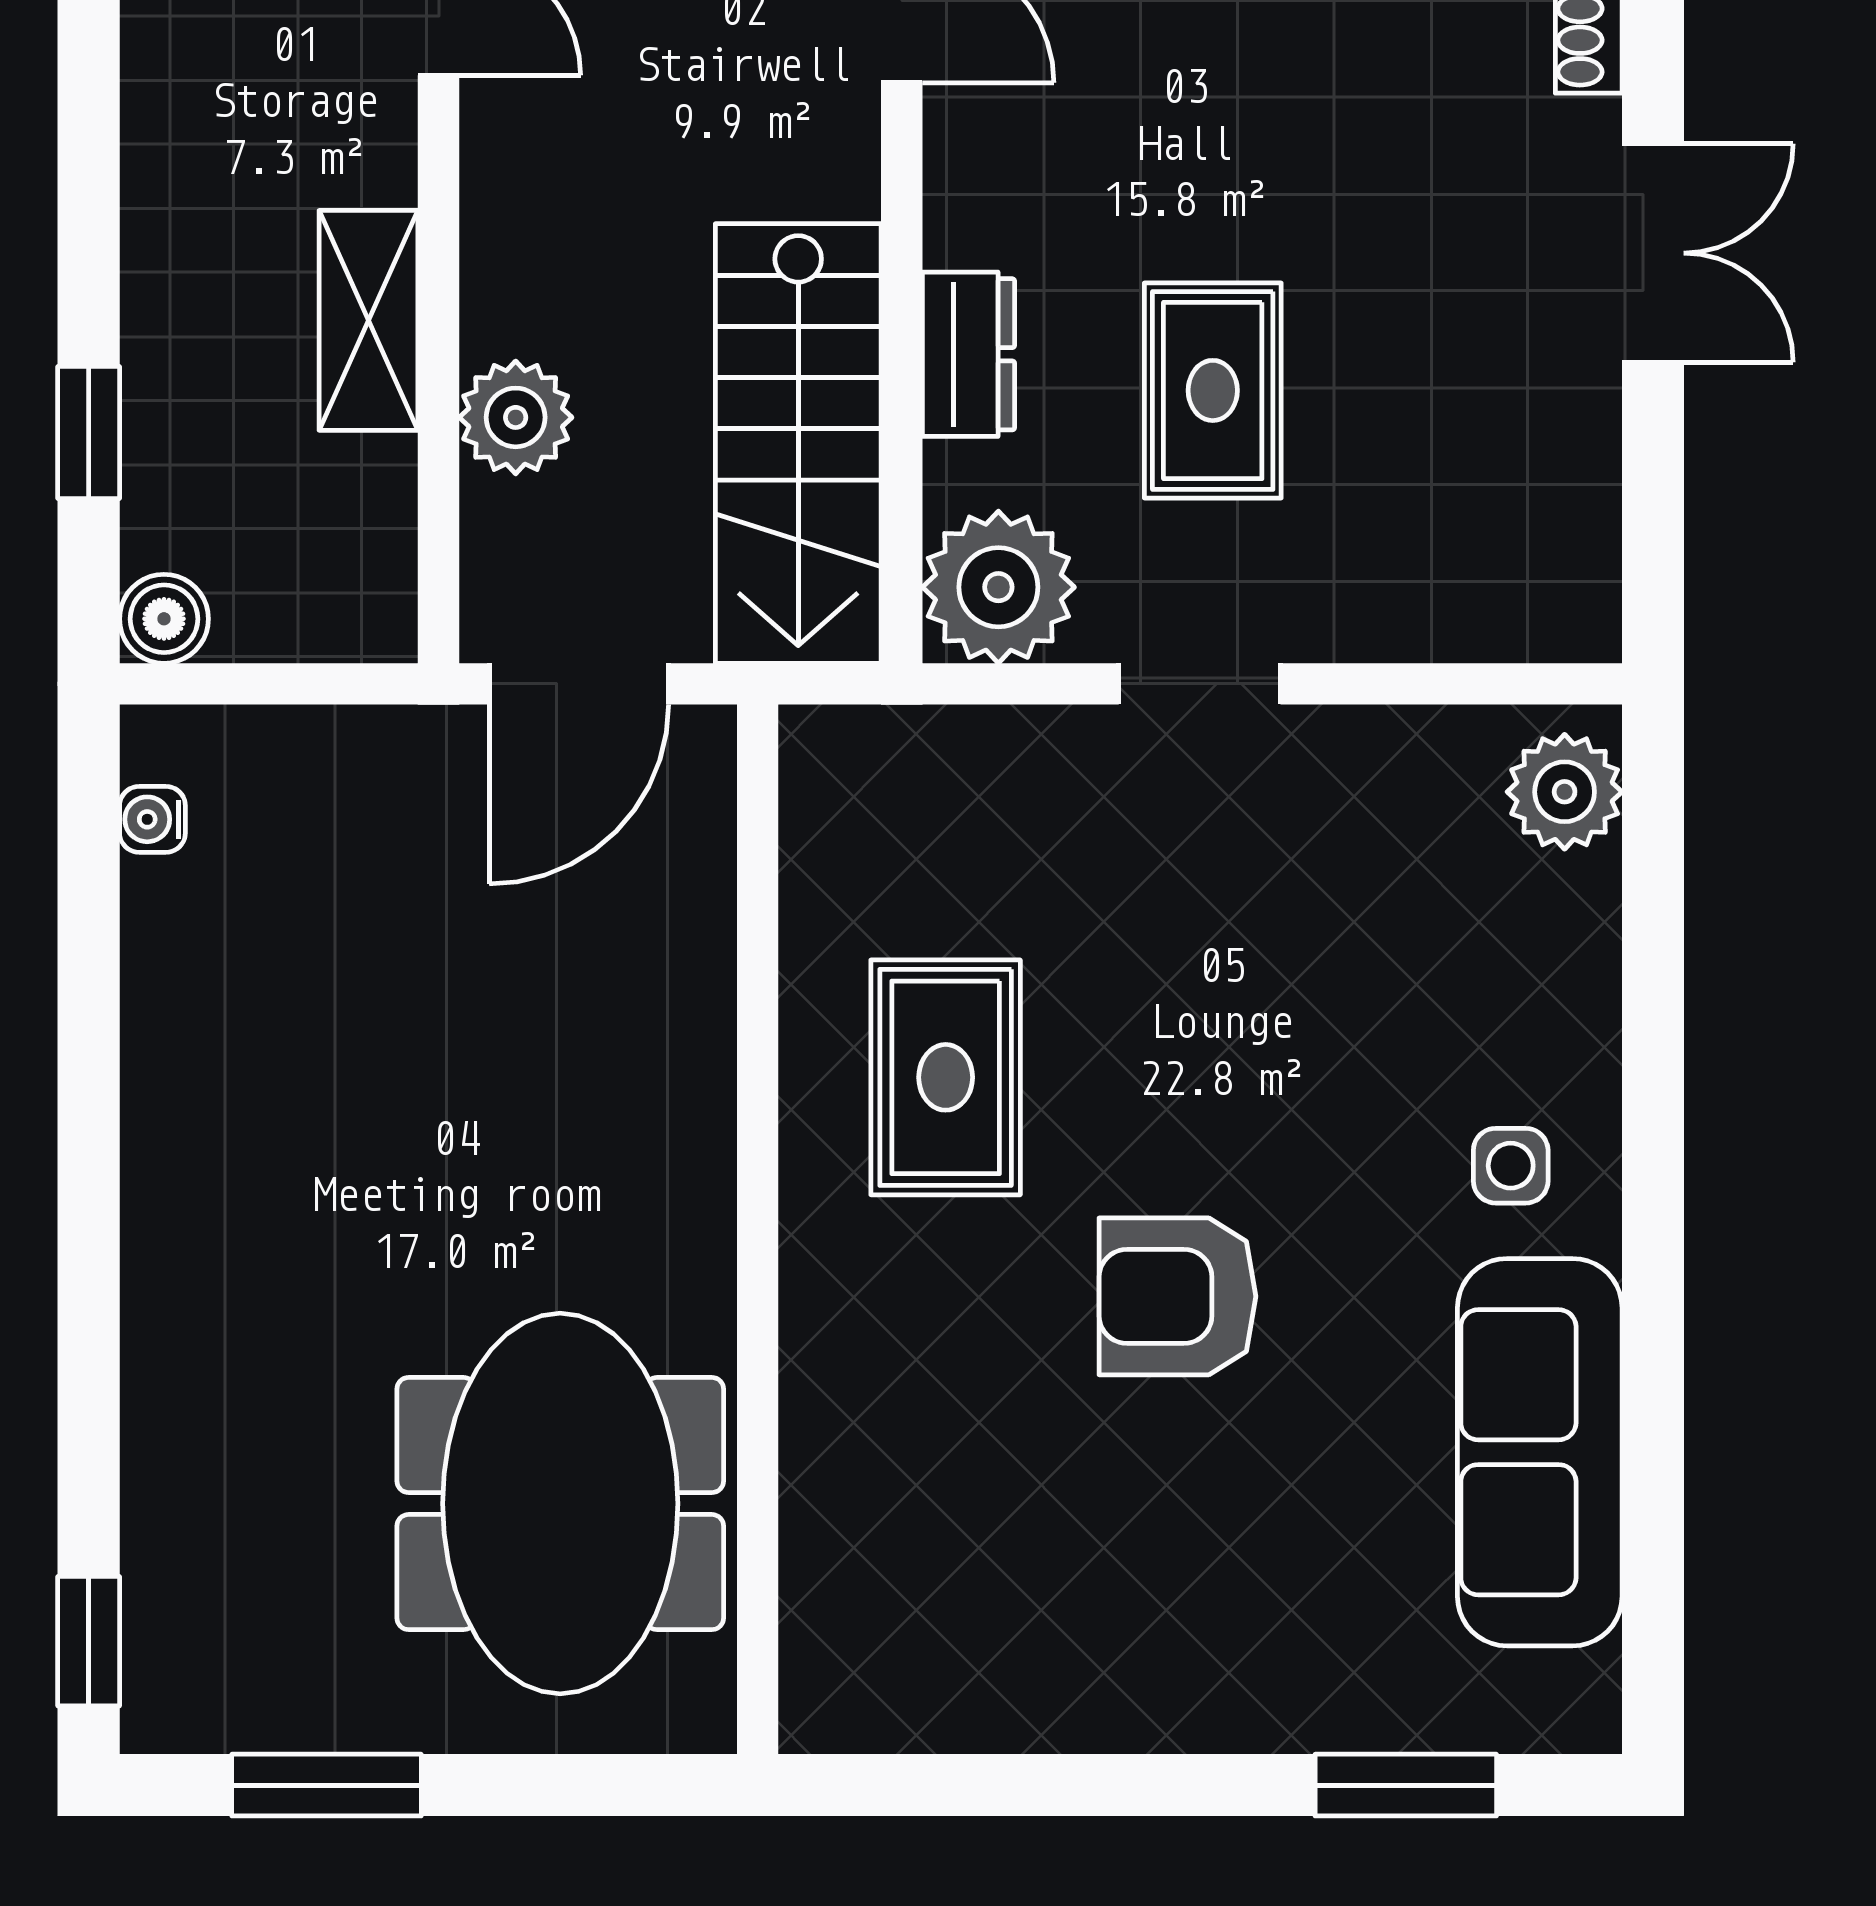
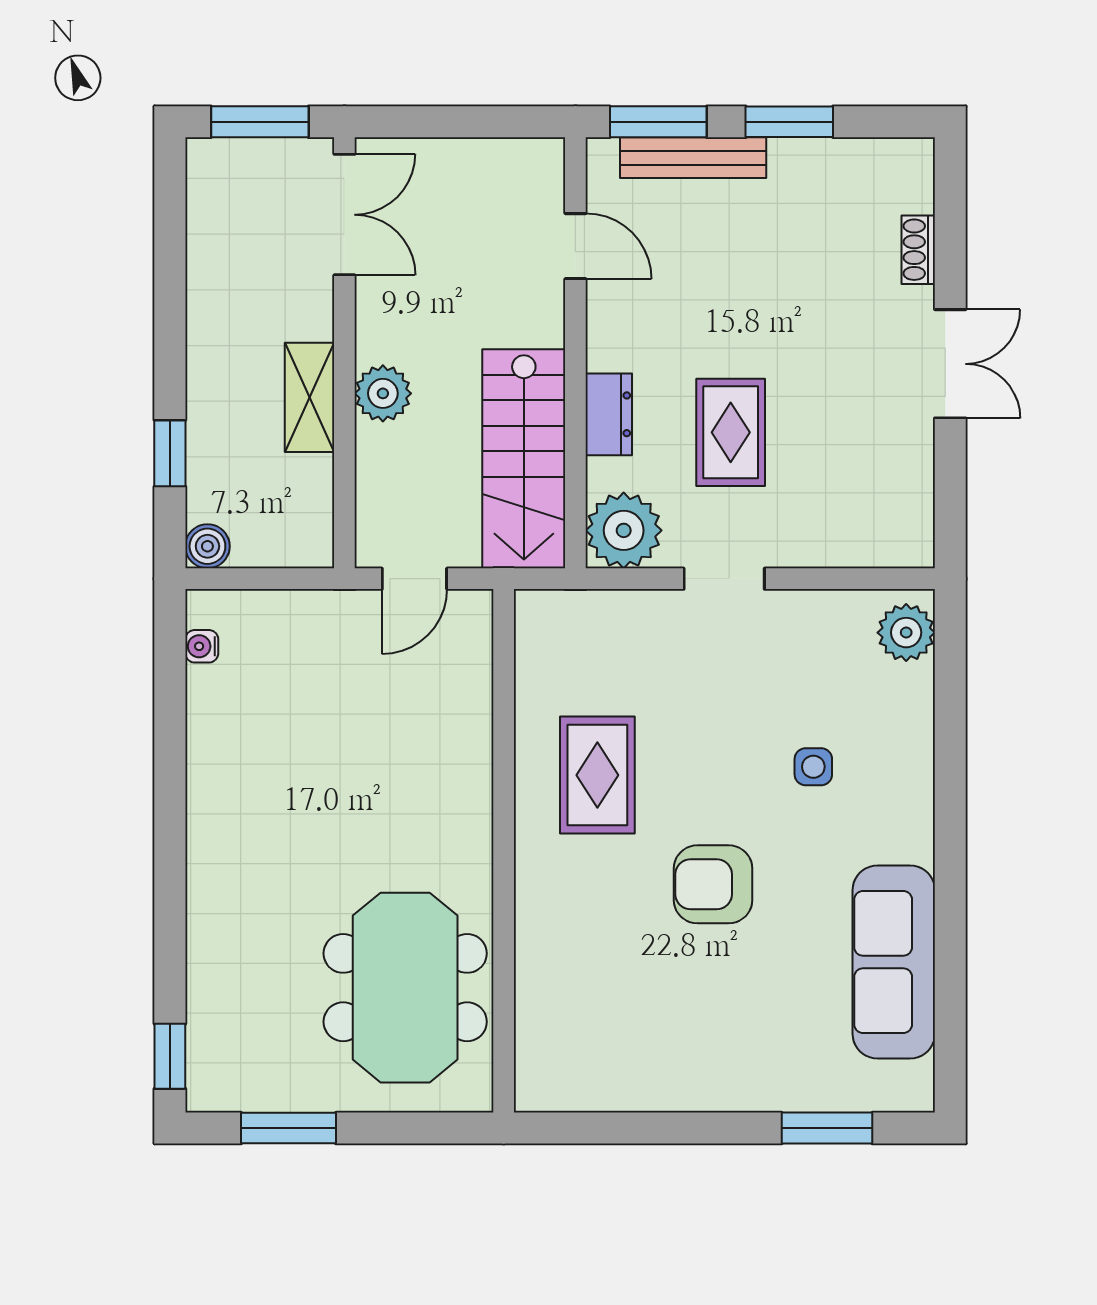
plant: (516, 417) -> (383, 393), moved
door: (579, 684) -> (414, 579), width x0.73
side table: (1511, 1166) -> (813, 767), moved

